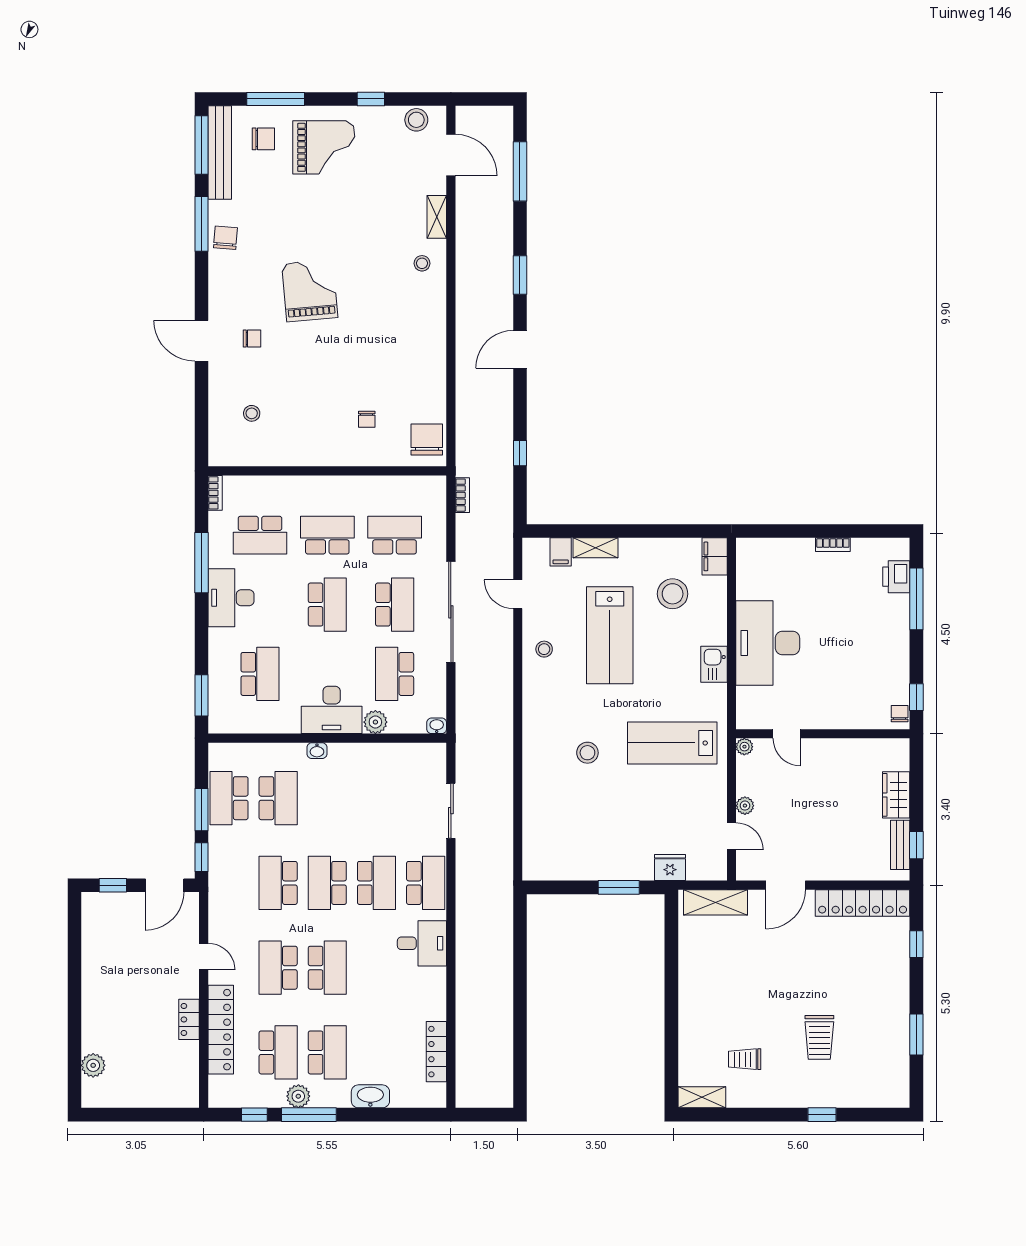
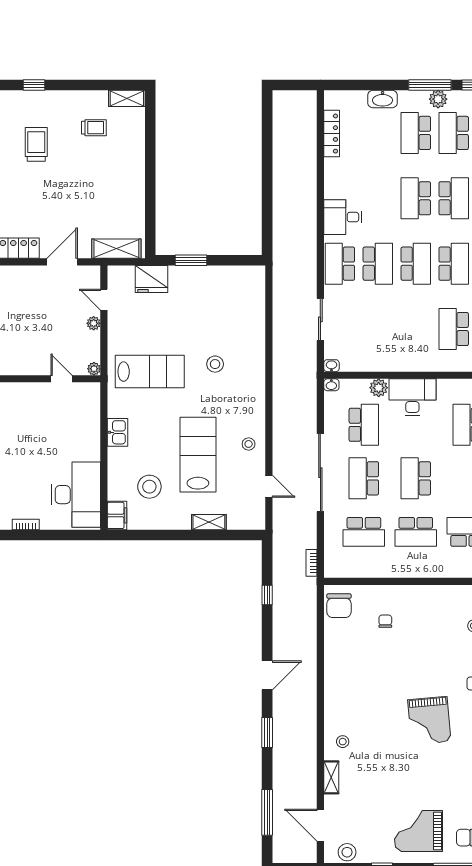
filing cabinet: (561, 552) -> (236, 519), removed
desk: (768, 643) -> (76, 495), moved
washbasin: (317, 751) -> (331, 366), moved
fridge: (670, 868) -> (151, 279), width x1.36, depth x1.34
school desk: (376, 883) -> (378, 264), turned 180

